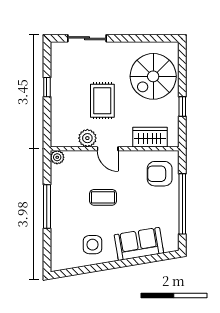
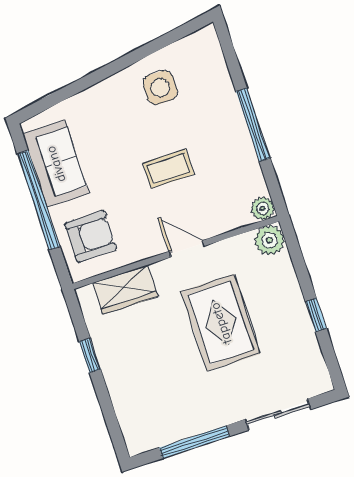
window: (139, 38) -> (195, 442), added
spiral stairs: (153, 76) -> (152, 388), removed
rug: (102, 101) -> (221, 323), width x1.36, depth x1.43
plant: (87, 138) -> (270, 240), moved
sofa: (139, 244) -> (56, 164), moved, turned -81

